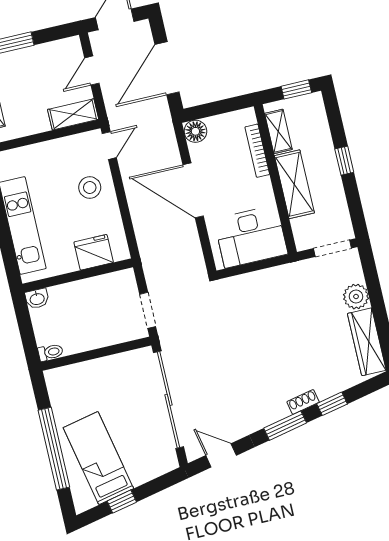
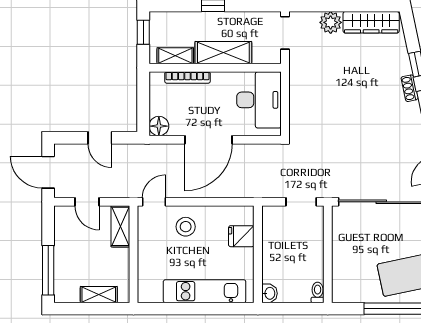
door: (167, 68) -> (100, 138), width x0.53
door: (109, 146) -> (154, 202), hinge flipped
fridge: (94, 252) -> (241, 236), width x0.72

